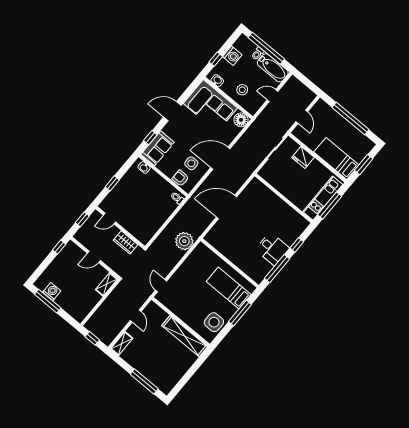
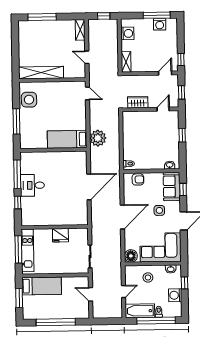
fridge: (303, 157) -> (60, 235), moved, turned 180
side table: (191, 163) -> (159, 210), moved
door: (94, 257) -> (165, 73), moved
bed: (229, 288) -> (67, 139), moved, turned 180
washing machine: (85, 307) -> (127, 33), added

